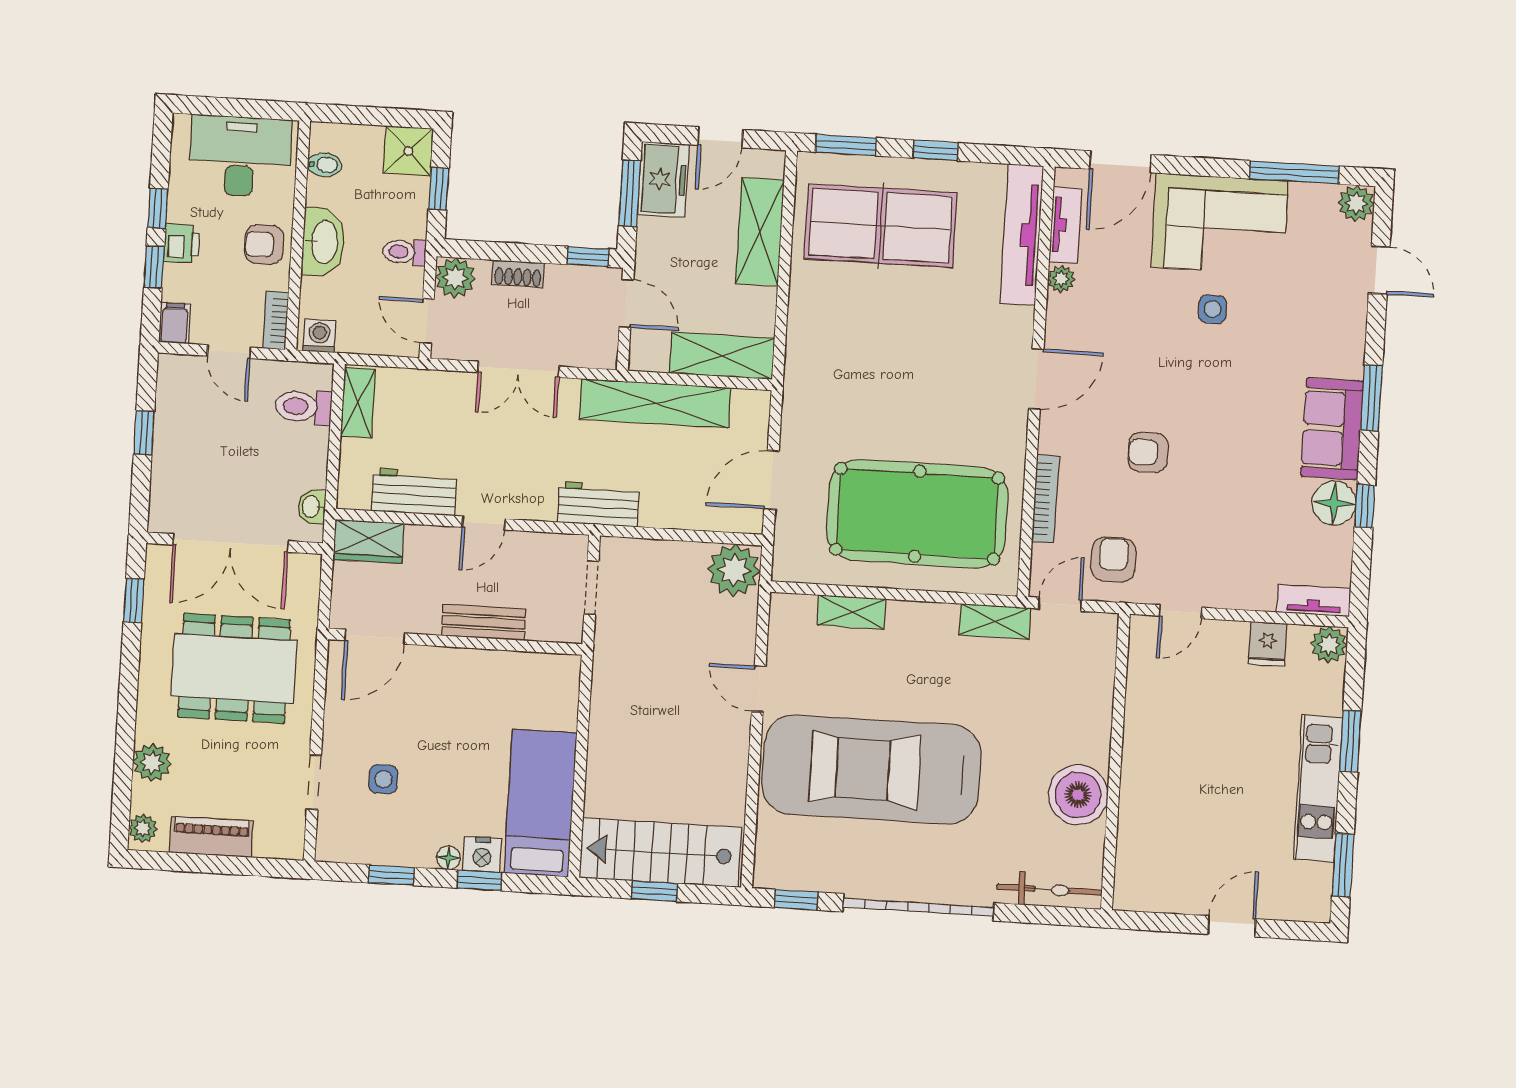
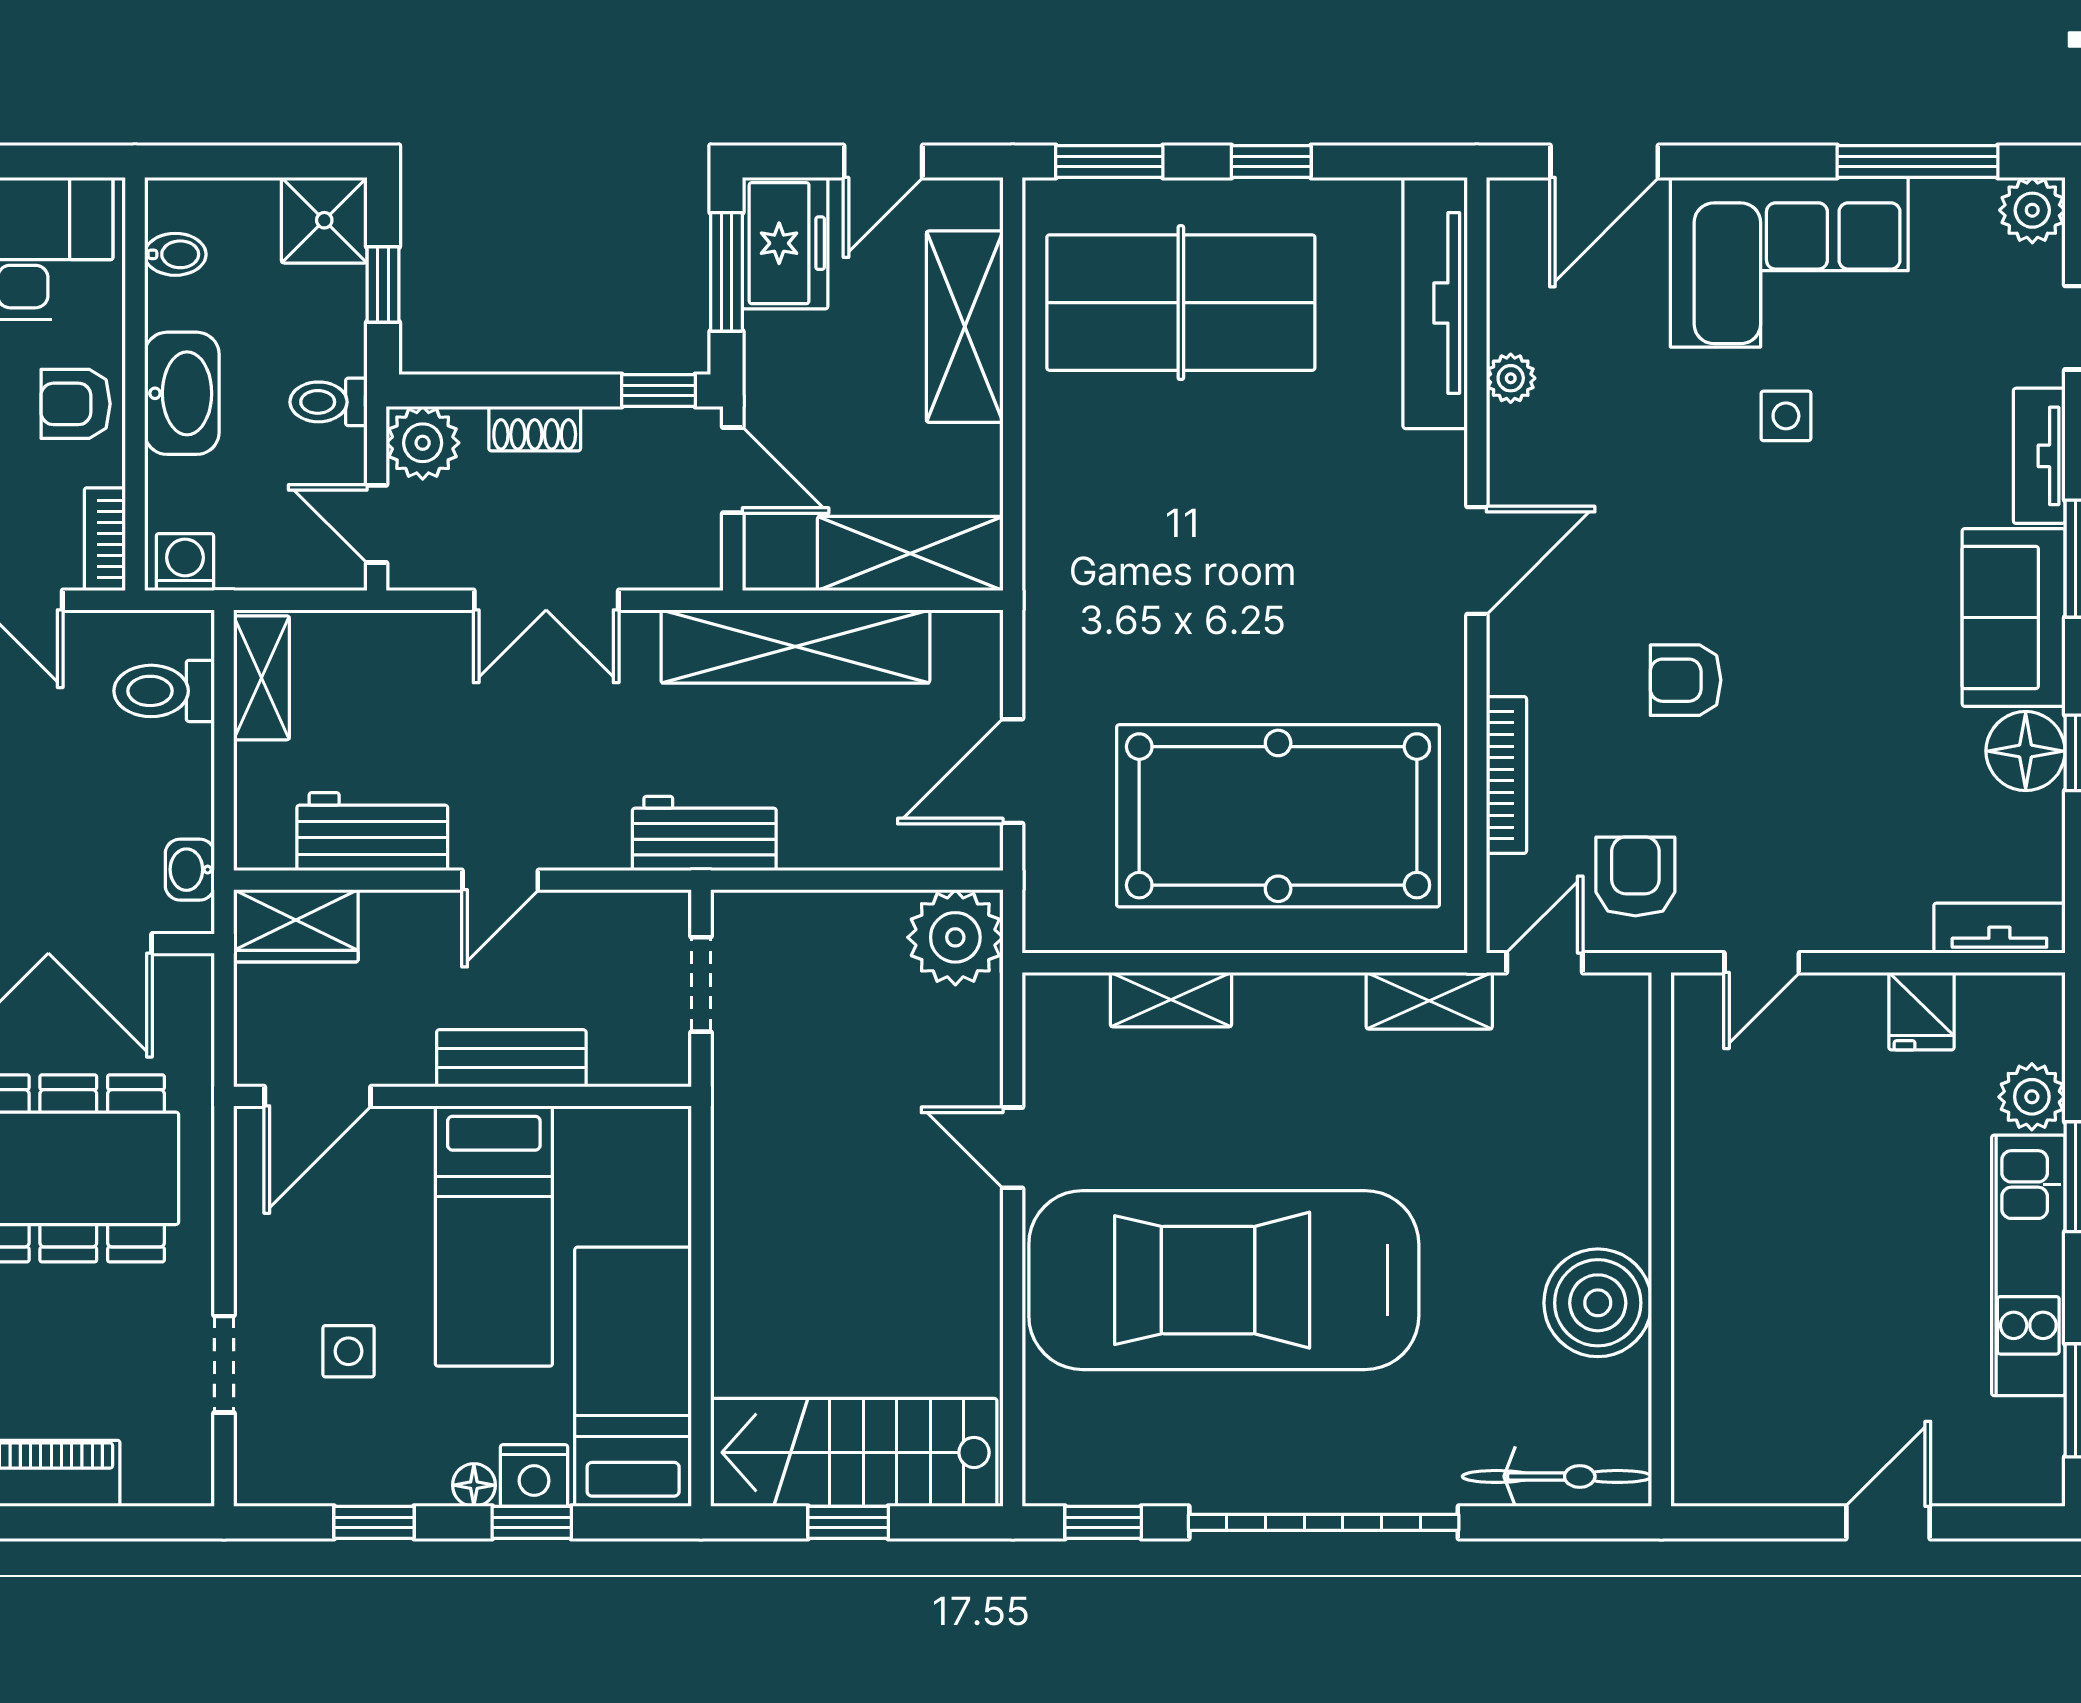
tv unit: (1065, 225) -> (2039, 456), moved, turned 180
plant: (1329, 645) -> (2032, 1097), moved
bed: (468, 720) -> (494, 1236), added

